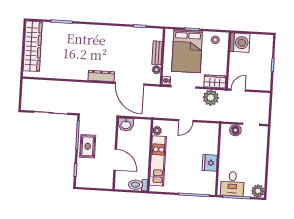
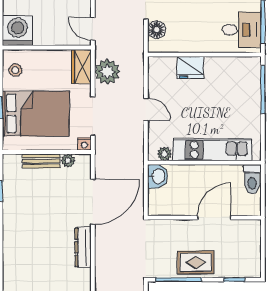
washbasin: (126, 125) -> (158, 176), moved
fridge: (210, 163) -> (190, 68), moved

